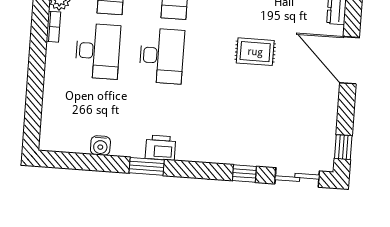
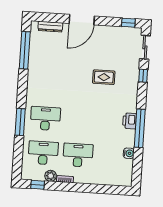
rug: (255, 52) -> (104, 77), moved, turned 90
desk: (162, 56) -> (80, 121), removed
window: (147, 166) -> (140, 128), width x2.11

